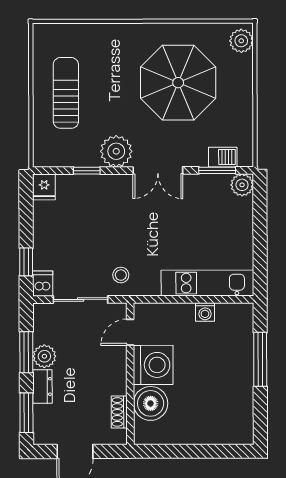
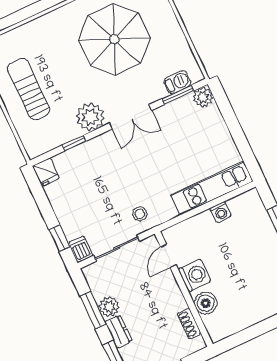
washing machine: (153, 365) -> (195, 275), width x0.73, depth x0.73
boiler: (151, 403) -> (206, 303), width x0.73, depth x0.73

